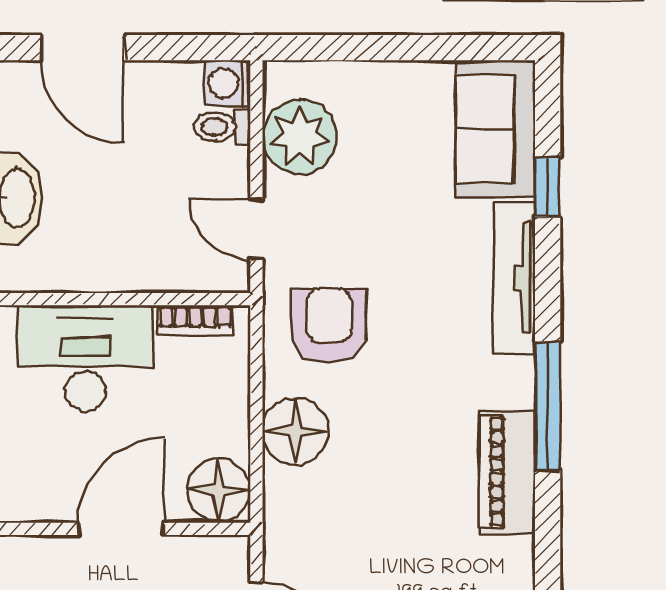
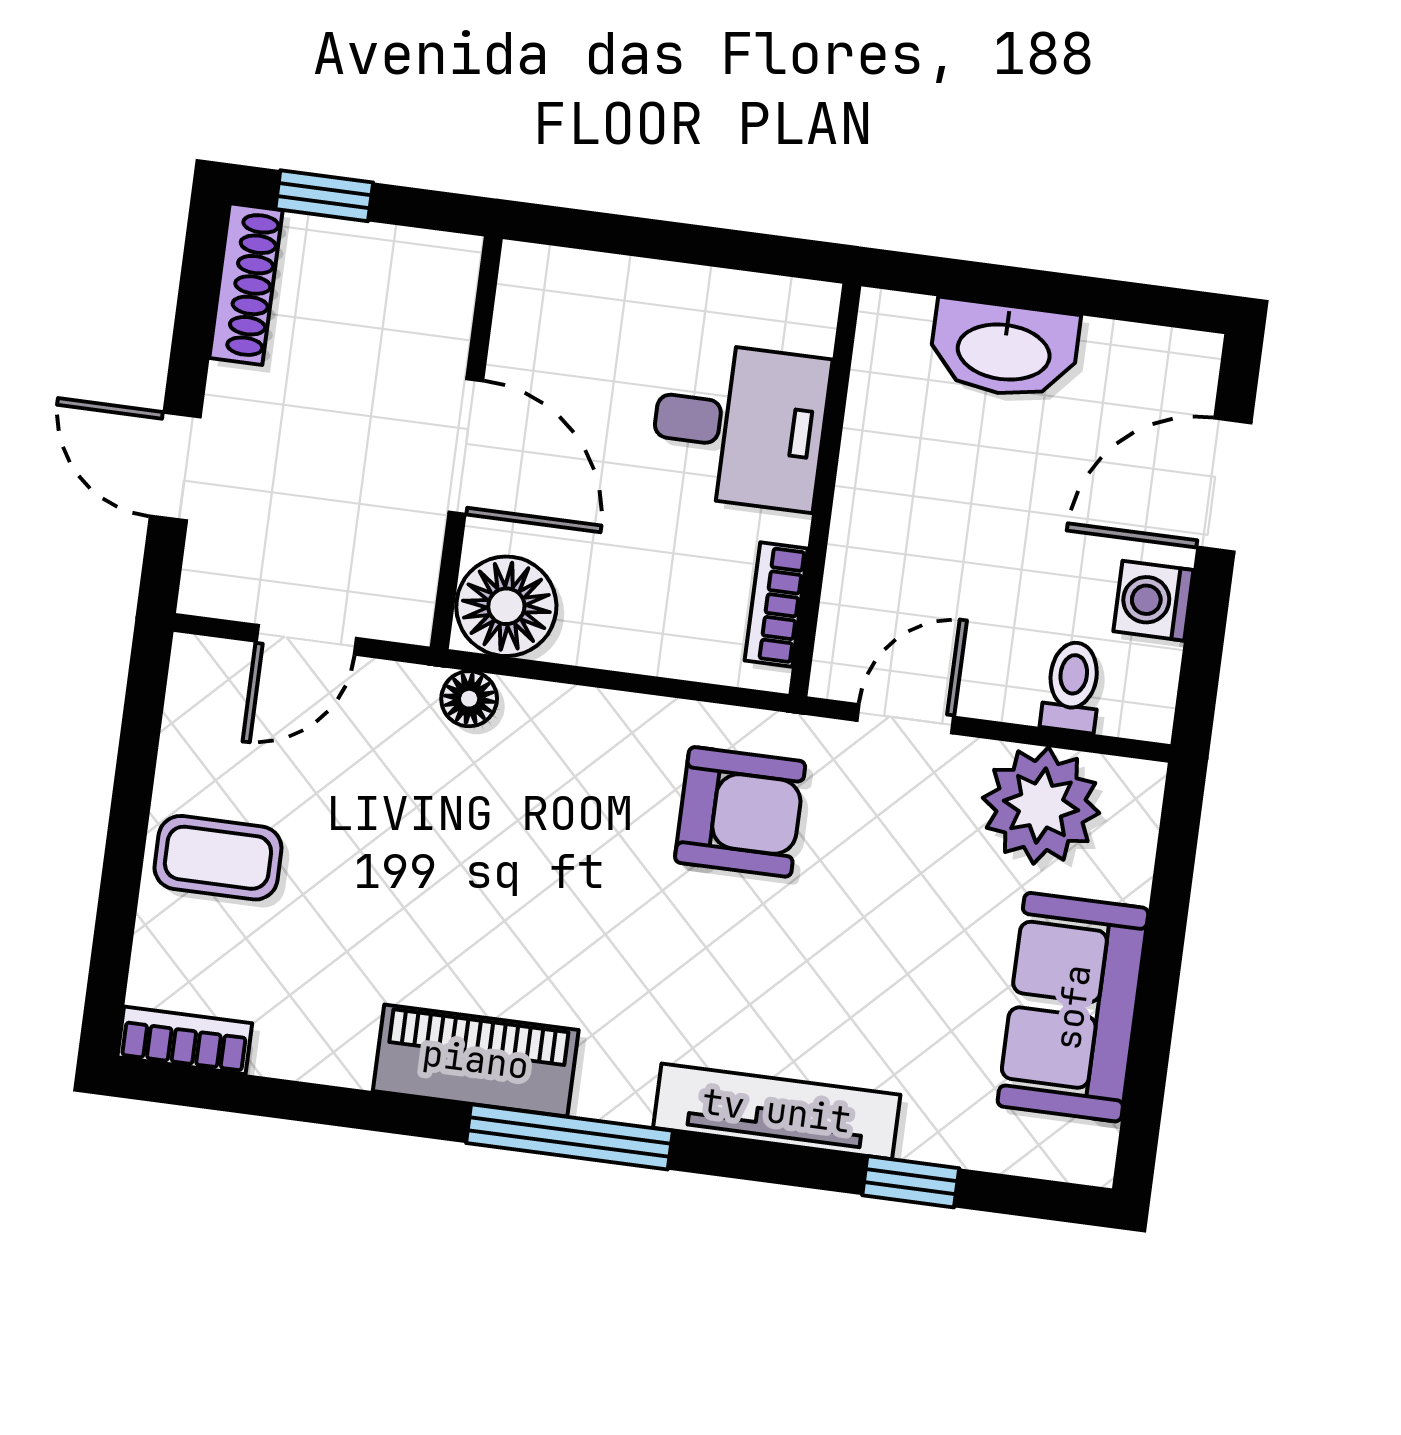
washing machine: (228, 83) -> (1153, 601), moved, turned -90
sofa: (495, 129) -> (1073, 1007), moved, turned -90
desk: (85, 358) -> (739, 426), width x0.73
floor lamp: (295, 431) -> (469, 699), moved, width x0.53, depth x0.53

